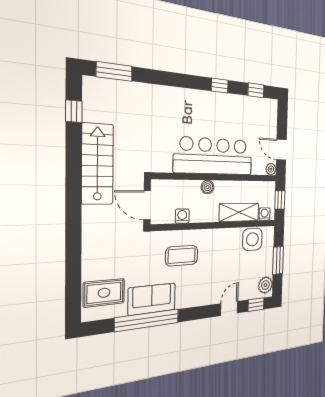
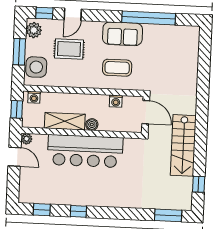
shelving: (239, 212) -> (65, 121), moved
side table: (252, 239) -> (36, 67), moved
rug: (104, 293) -> (69, 49), moved
sofa: (152, 299) -> (123, 34), moved

